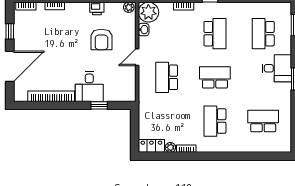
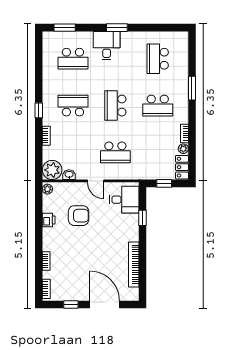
desk: (89, 87) -> (124, 200), moved
window: (135, 128) -> (164, 183), added
window: (233, 156) -> (192, 88), added

